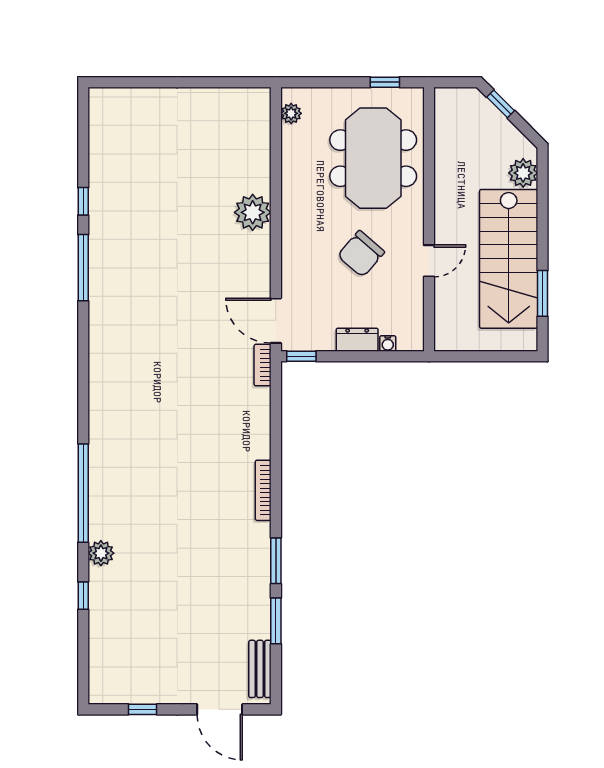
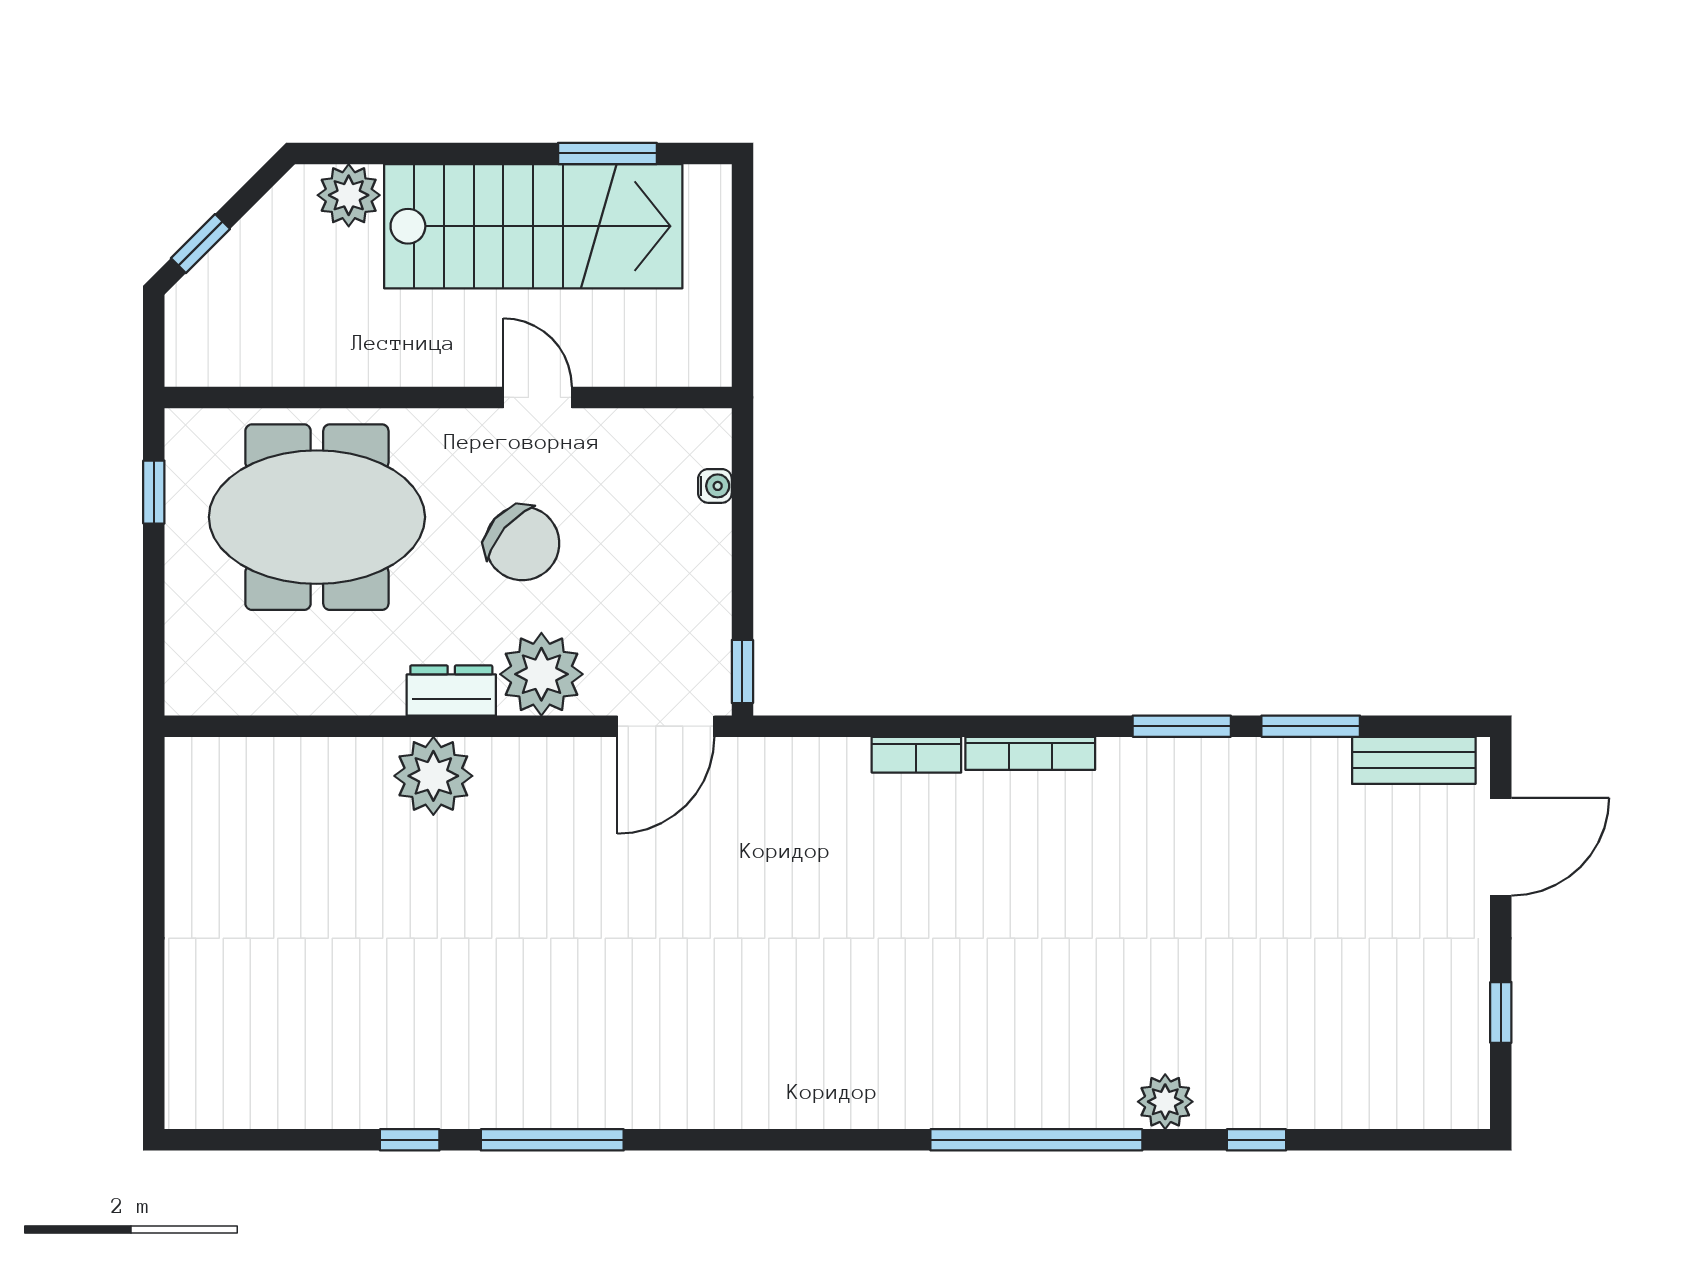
plant: (291, 113) -> (541, 674), moved, width x1.87, depth x1.87
dresser: (357, 340) -> (451, 690), moved, turned 90
bookcase: (263, 365) -> (916, 755), moved

